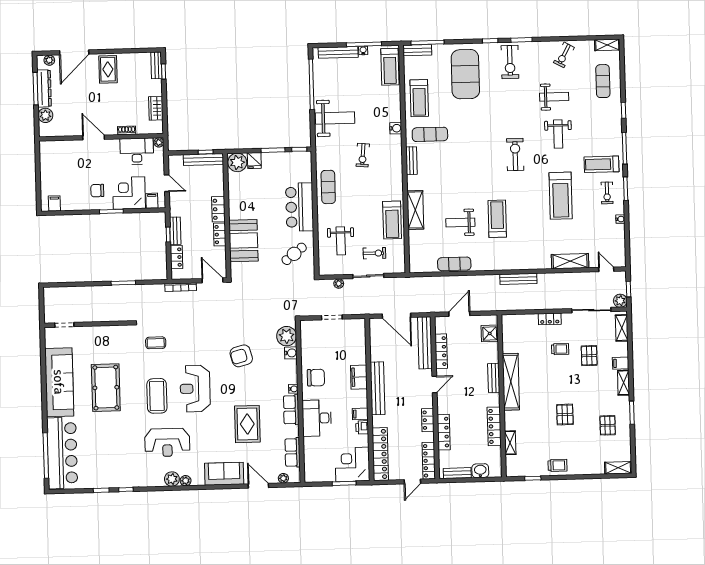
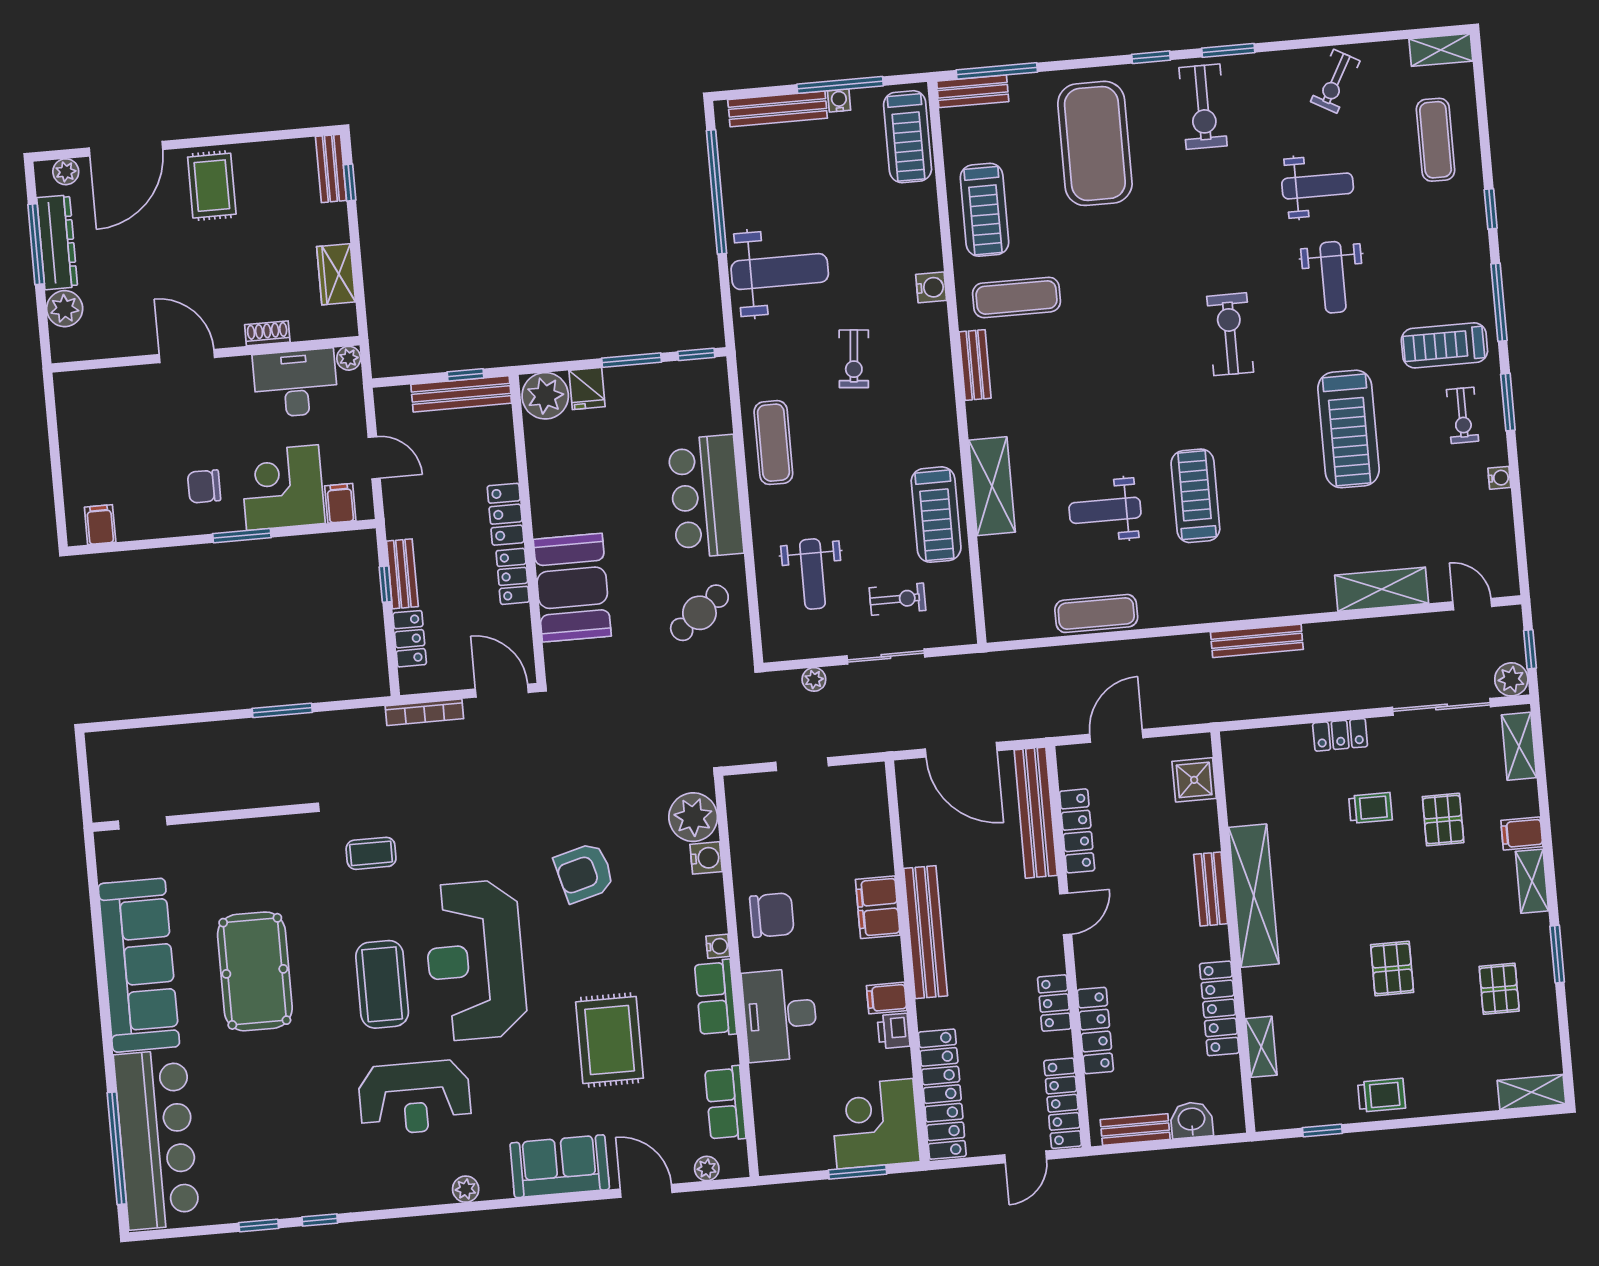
reception desk: (195, 389) -> (475, 960), width x1.36, depth x1.30
plant: (172, 479) -> (432, 1187), removed

